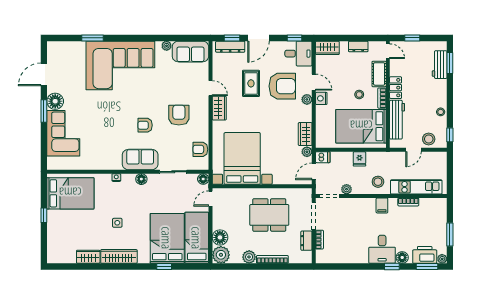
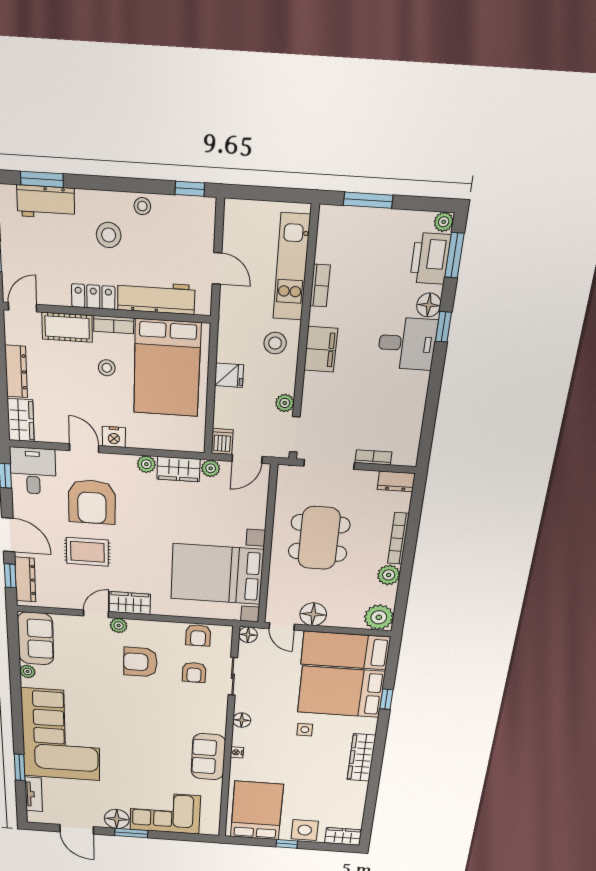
tv unit: (71, 46) -> (34, 794), added
dresser: (358, 46) -> (16, 371), width x1.44
door: (314, 82) -> (84, 448), hinge flipped
armchair: (282, 86) -> (92, 502), turned 180
plant: (307, 99) -> (146, 464), moved
plant: (203, 102) -> (119, 625), added
armchair: (145, 125) -> (194, 672), moved
stool: (429, 139) -> (109, 235), moved
sofa: (140, 160) -> (208, 757), moved
door: (314, 171) -> (247, 459), hinge flipped
filing cabinet: (382, 205) -> (321, 349), width x2.00
side table: (117, 223) -> (305, 730), moved
side table: (57, 226) -> (305, 830), added
window: (450, 235) -> (368, 200), moved
floor lamp: (220, 237) -> (313, 614), moved
dresser: (306, 241) -> (396, 481), moved
wardrobe: (88, 257) -> (343, 836), moved, turned 90

